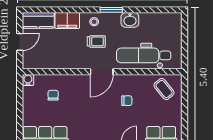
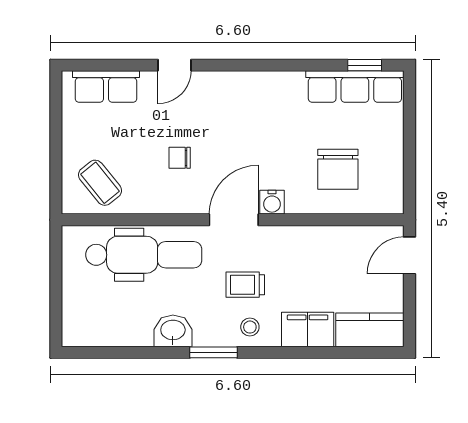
door: (20, 42) -> (409, 255), moved
water cooler: (28, 80) -> (272, 202), moved
chair: (53, 95) -> (338, 169), width x1.87, depth x1.87

